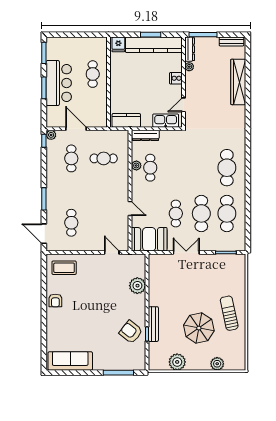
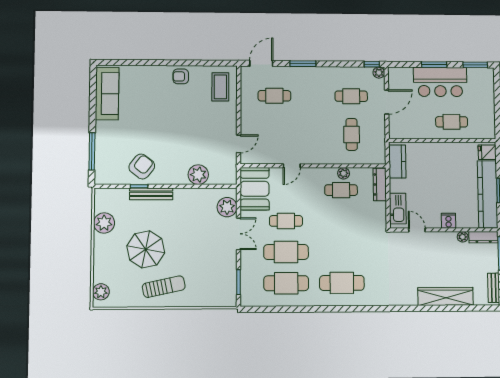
plant: (164, 262) -> (227, 207), added
plant: (217, 364) -> (101, 292), moved

